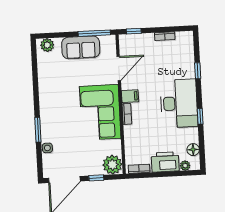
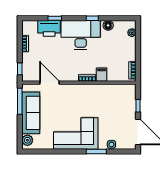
sofa: (81, 47) -> (31, 113), width x1.36
filing cabinet: (130, 96) -> (102, 75), moved
corner sofa: (100, 112) -> (76, 134), moved, turned 180
floor lamp: (193, 150) -> (108, 25), moved
printer: (165, 162) -> (49, 28), moved, turned -90
plant: (112, 165) -> (128, 92), removed

